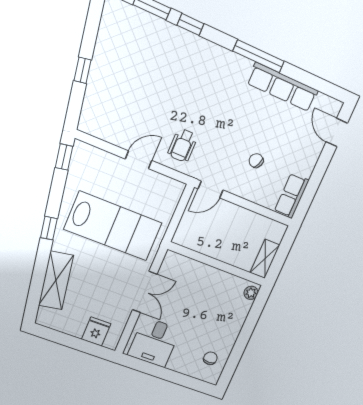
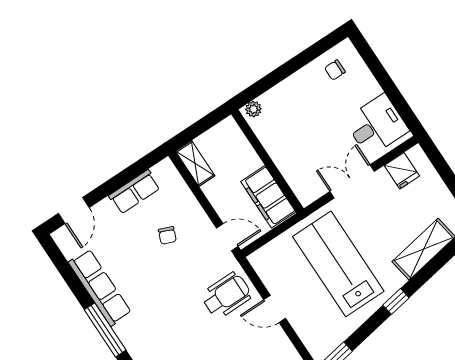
wheelchair: (183, 145) -> (226, 295), width x1.36, depth x1.37
row of seats: (292, 196) -> (135, 192), moved
filing cabinet: (199, 239) -> (268, 197), added
shelving: (265, 259) -> (195, 164), moved, turned 90
fridge: (96, 332) -> (402, 171), moved, turned -90

